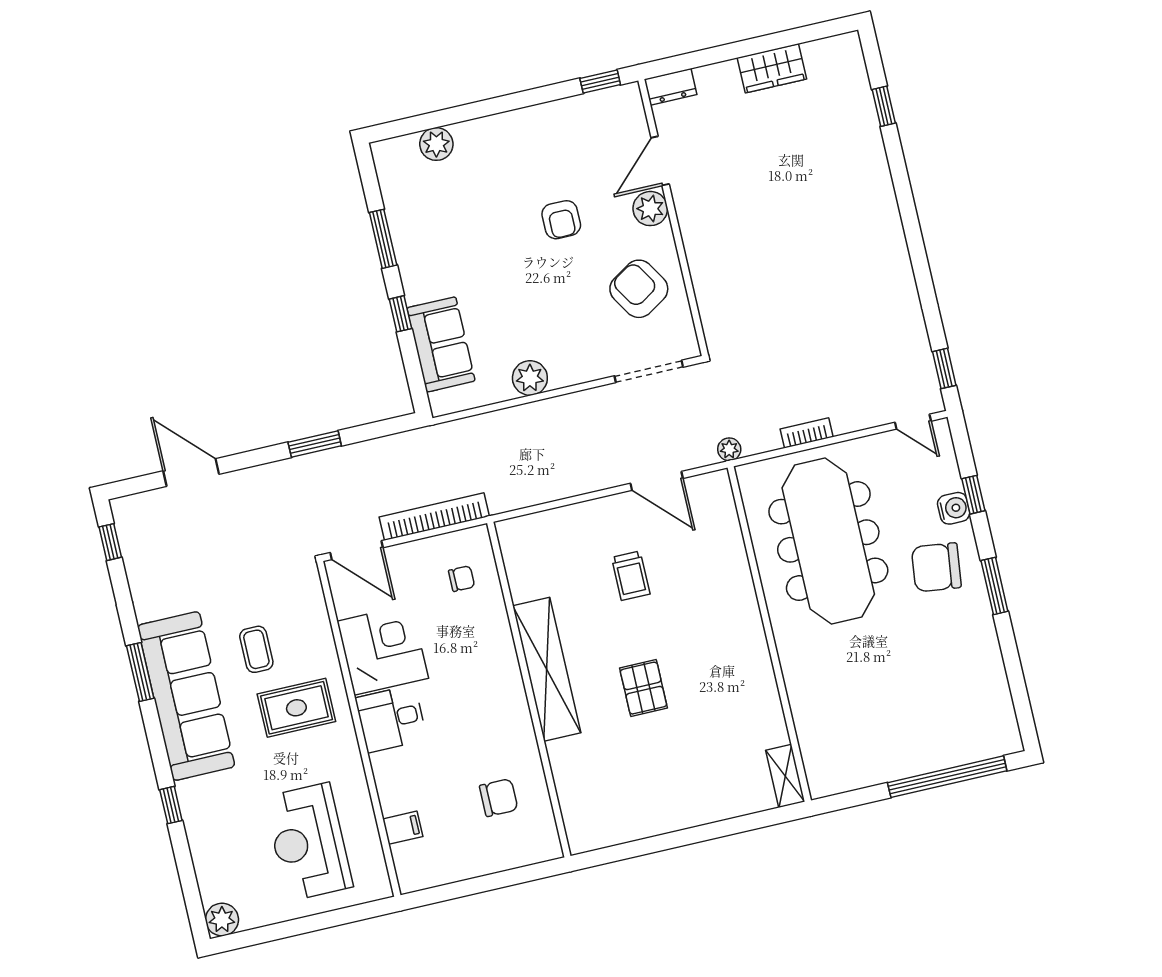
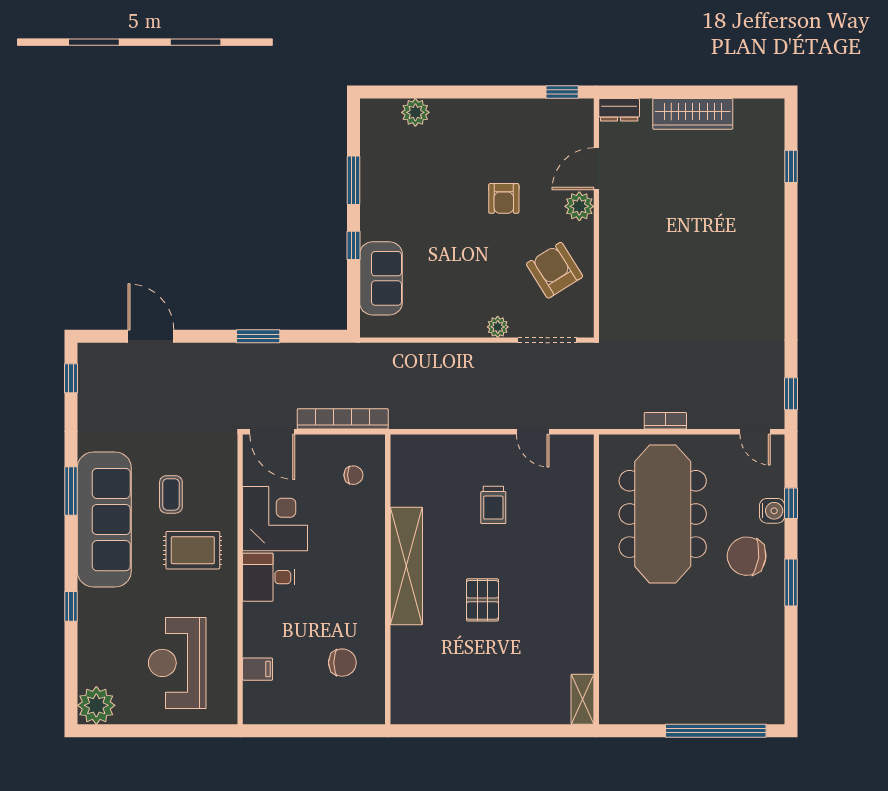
wardrobe: (772, 68) -> (693, 114), width x1.50
plant: (530, 378) -> (498, 327), moved, width x0.73, depth x0.73
plant: (729, 449) -> (598, 420), removed
door: (657, 481) -> (533, 432), width x0.73
plant: (222, 920) -> (96, 705), width x1.36, depth x1.36

